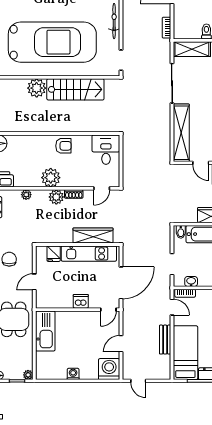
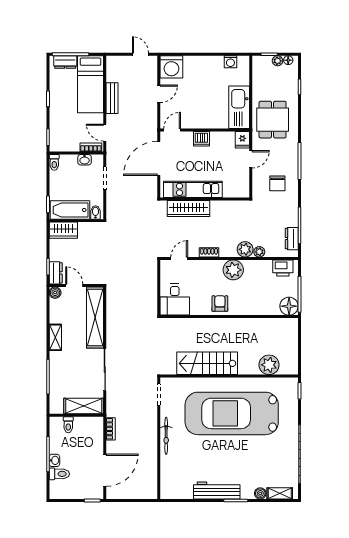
plant: (37, 88) -> (269, 365), moved
armchair: (63, 146) -> (220, 304), turned 90
plant: (56, 197) -> (245, 249), moved
fridge: (54, 254) -> (242, 140), moved, turned 180
washing machine: (73, 374) -> (230, 62), moved
plant: (28, 375) -> (278, 61), moved

